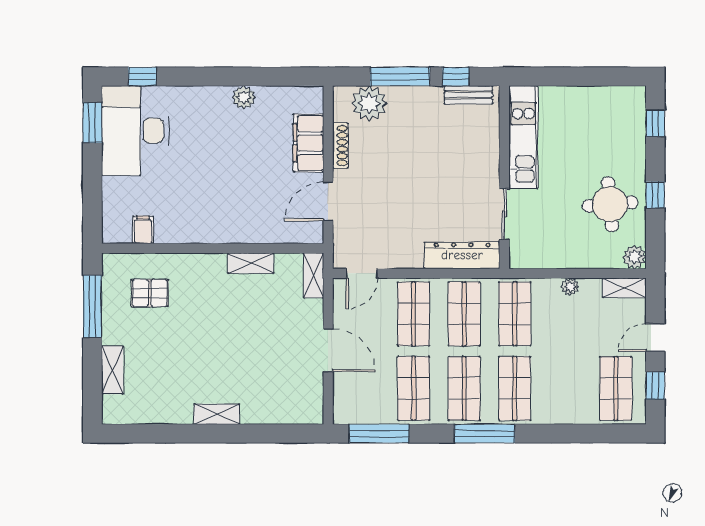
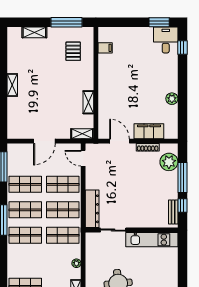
desk: (135, 131) -> (166, 40), width x0.53, depth x0.77

